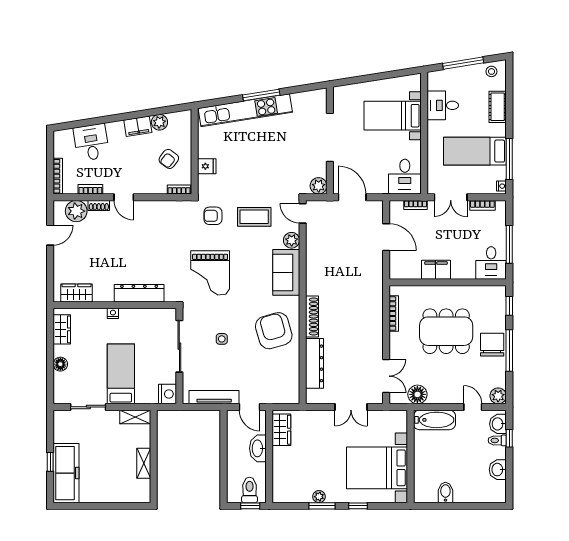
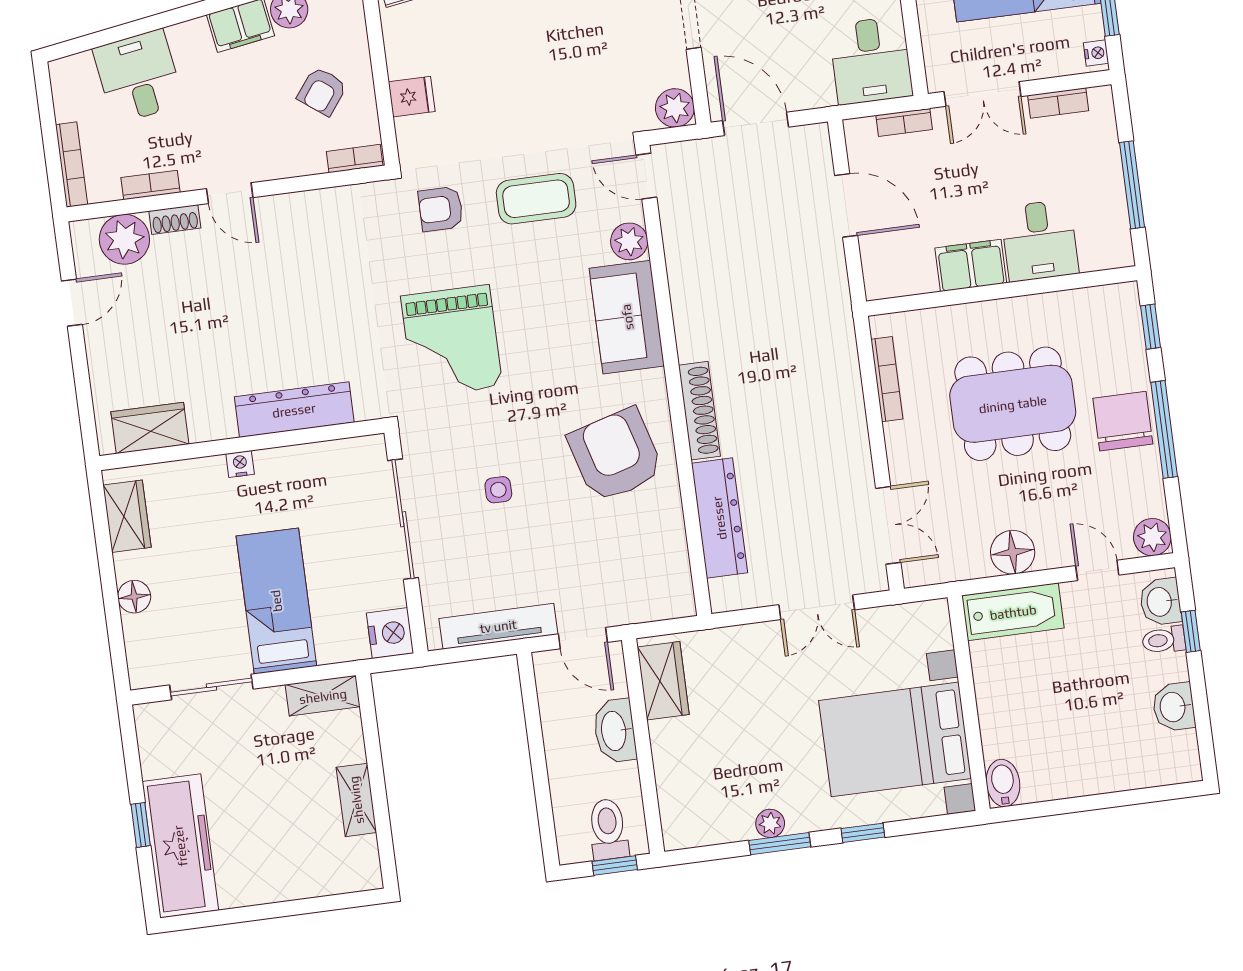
desk: (491, 263) -> (1039, 241), moved
floor lamp: (417, 394) -> (1013, 552), moved
bidet: (445, 492) -> (1003, 783), moved

